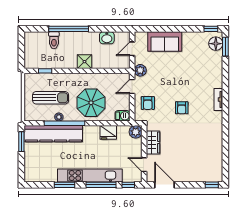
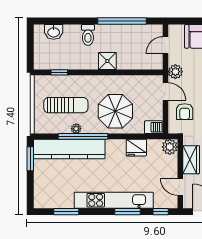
window: (69, 29) -> (122, 21), moved
washbasin: (107, 38) -> (54, 32), moved
toilet: (54, 40) -> (88, 35), moved
door: (132, 86) -> (166, 91), swing flipped
window: (65, 185) -> (66, 212), moved
window: (101, 185) -> (128, 212), width x0.69

